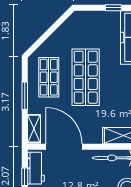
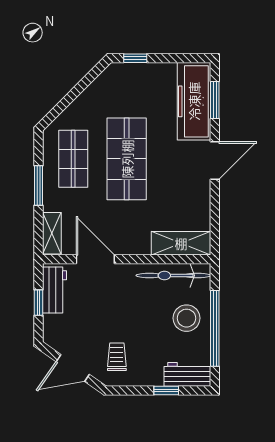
window: (113, 8) -> (135, 58), moved
door: (64, 147) -> (95, 259), width x0.73

